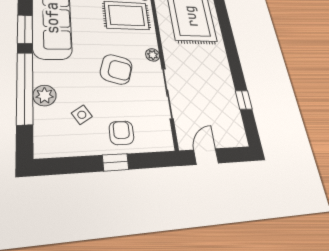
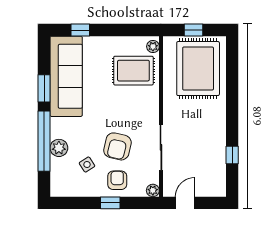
plant: (153, 55) -> (153, 190), moved
armchair: (116, 69) -> (117, 146), moved, turned 86

